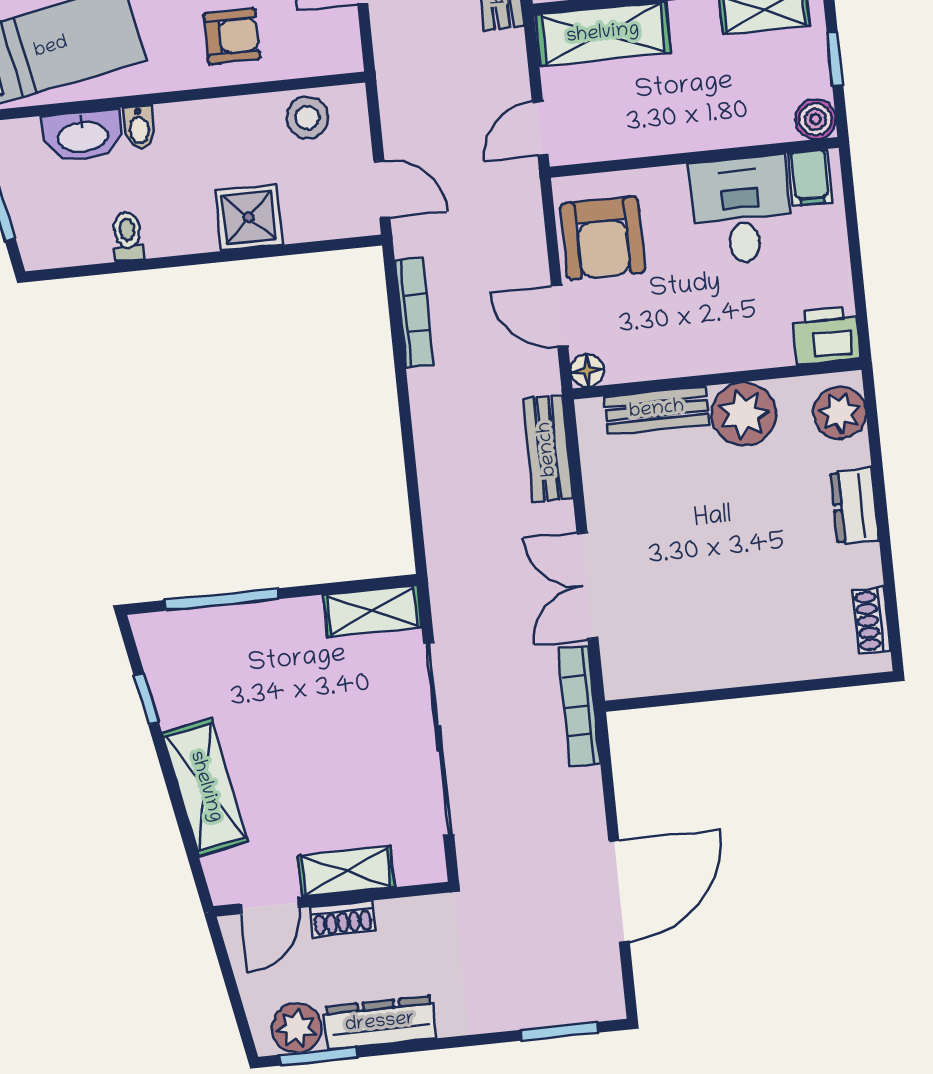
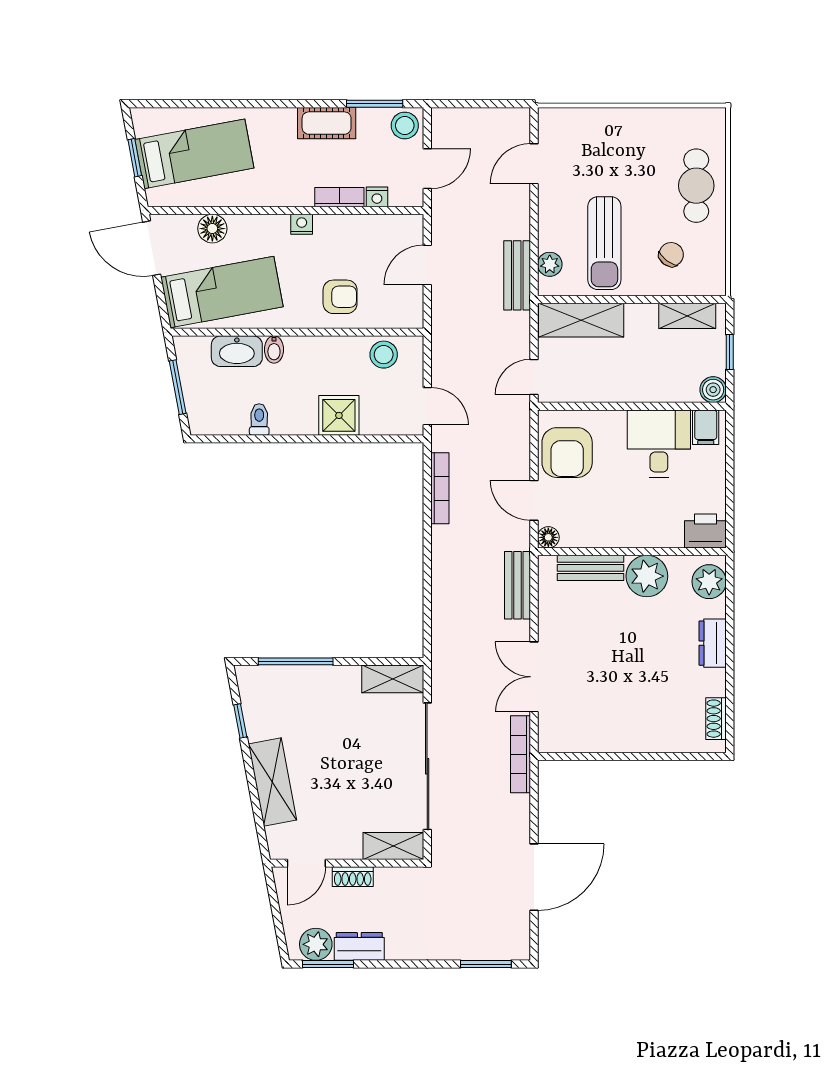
shelving: (346, 871) -> (393, 846), moved
dresser: (380, 1023) -> (359, 946), width x0.70

